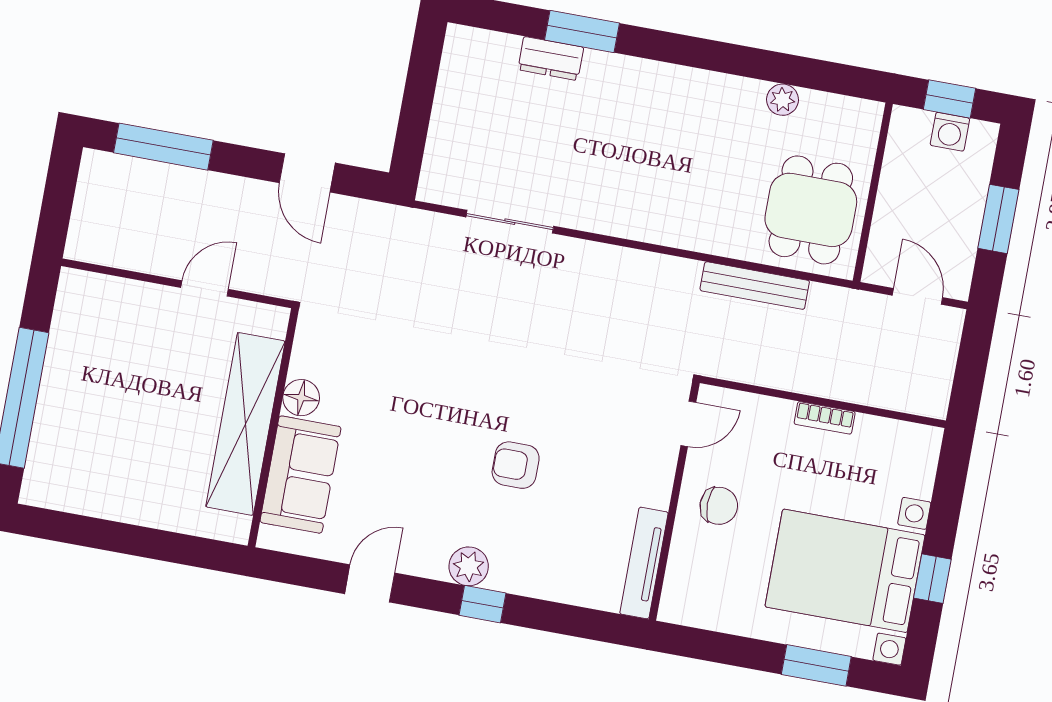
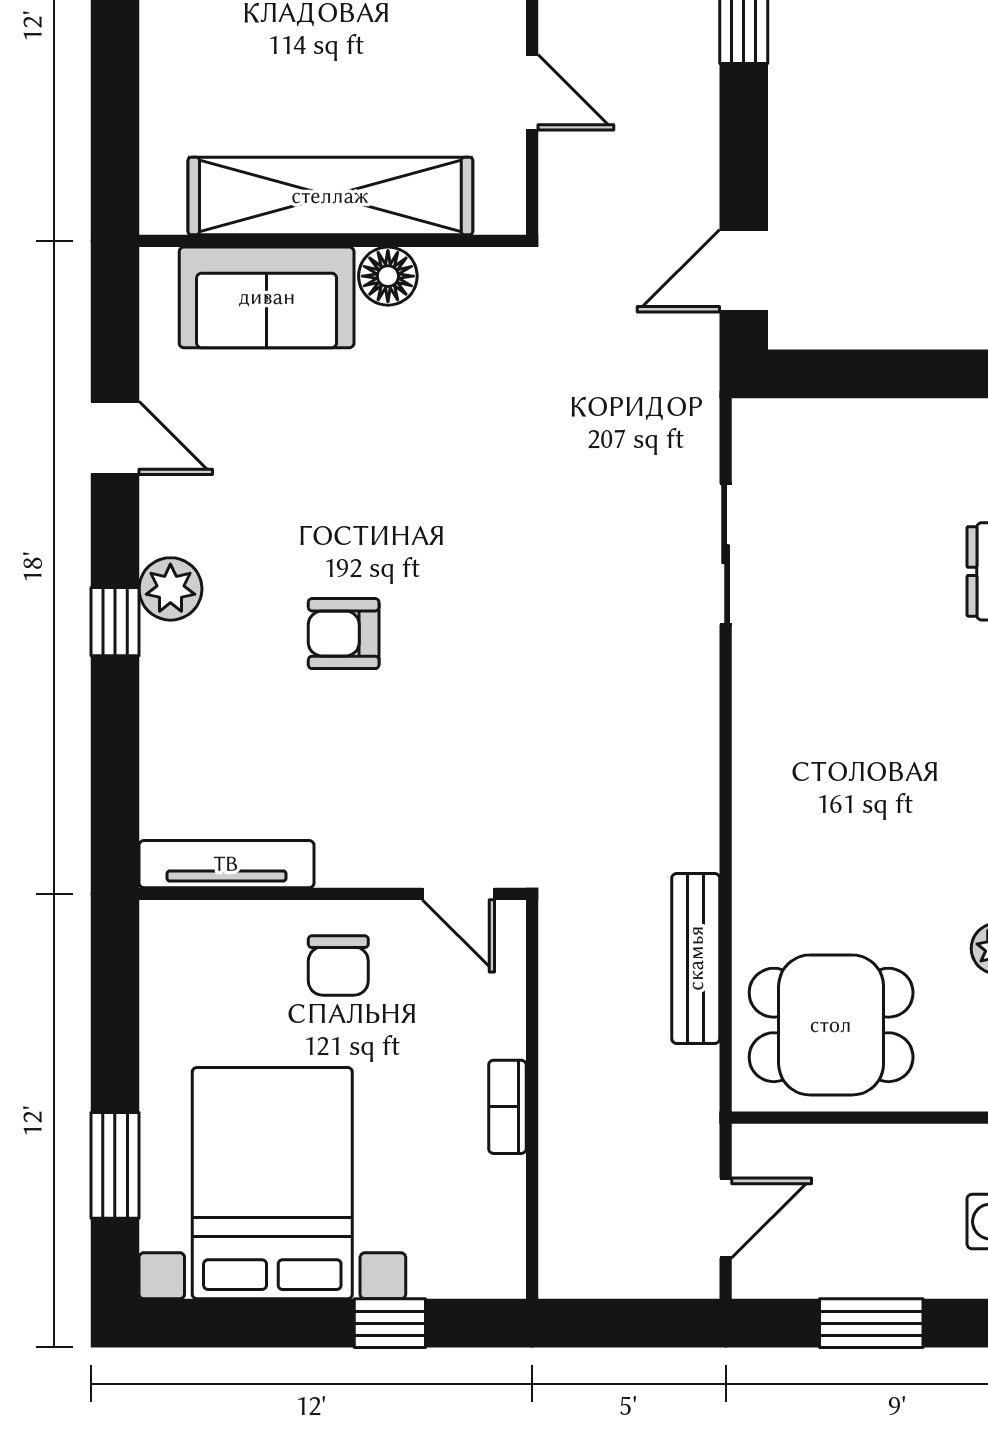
door: (307, 173) -> (744, 271), moved
armchair: (516, 465) -> (344, 634), turned -90
window: (932, 579) -> (390, 1323), moved

